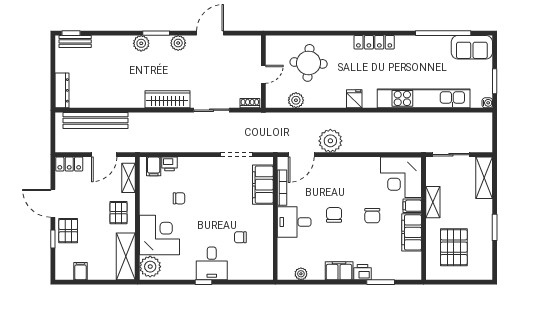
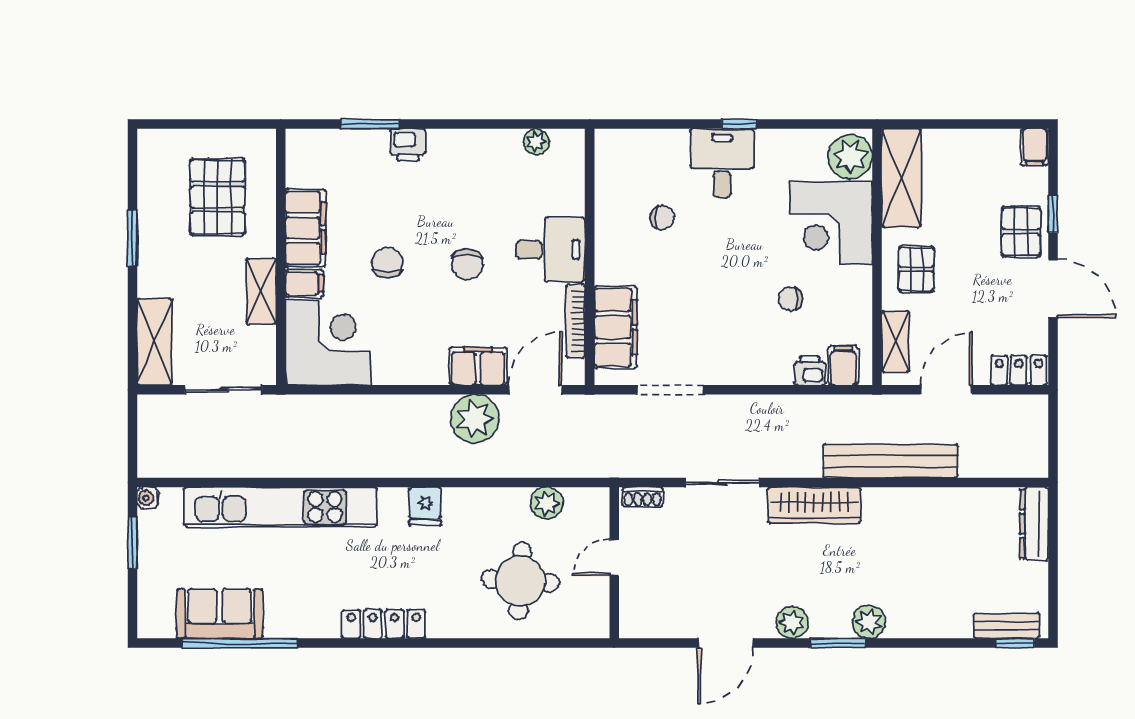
sofa: (472, 47) -> (220, 614), moved
bench: (96, 120) -> (891, 461), moved
filing cabinet: (80, 271) -> (1035, 147), moved
filing cabinet: (339, 271) -> (478, 366), moved, turned 180

